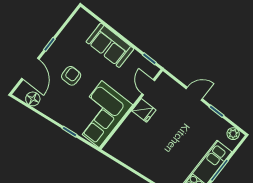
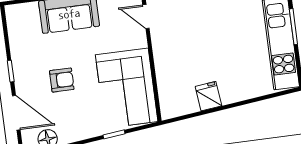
armchair: (71, 76) -> (62, 80), turned 90
fridge: (144, 110) -> (208, 96), moved, turned -96

